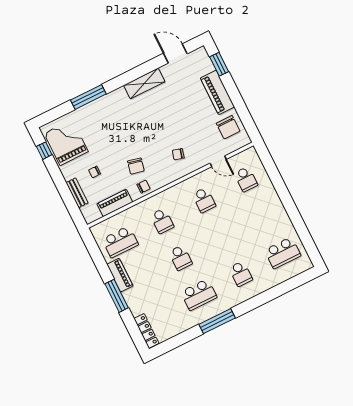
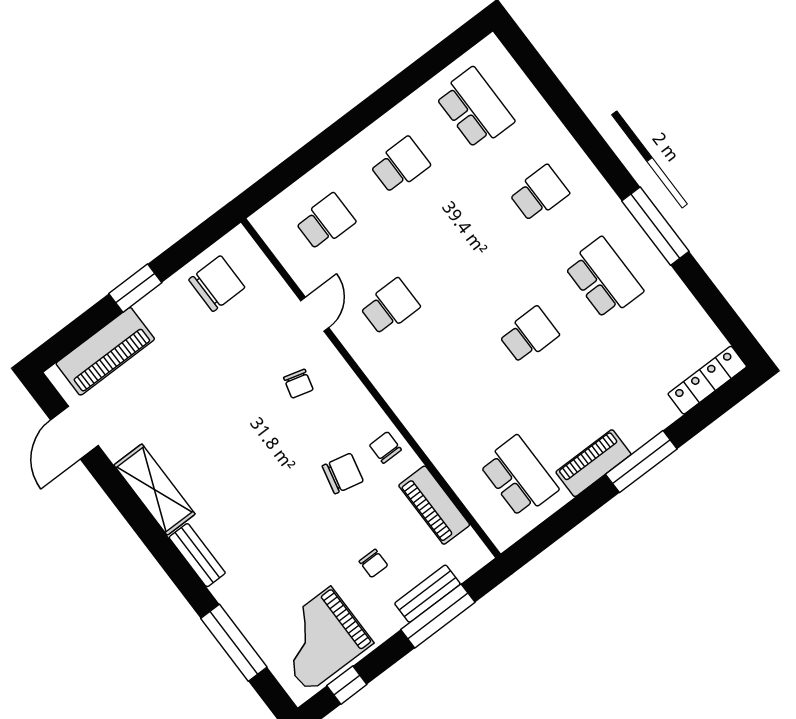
window: (219, 64) -> (135, 288), moved
piano: (217, 92) -> (105, 351), moved
window: (88, 97) -> (234, 643), moved
bench: (112, 97) -> (197, 555), added
door: (218, 161) -> (315, 314), moved
window: (67, 195) -> (438, 616), added
school desk: (162, 221) -> (400, 165), moved

